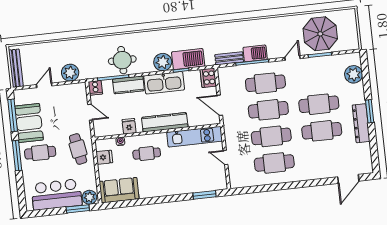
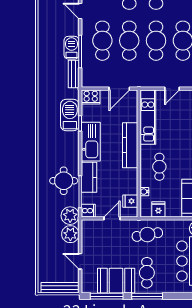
plant: (163, 62) -> (70, 216), moved
fridge: (129, 126) -> (130, 201), moved

